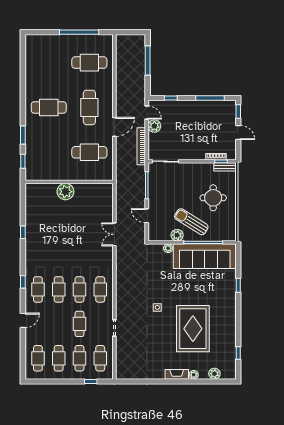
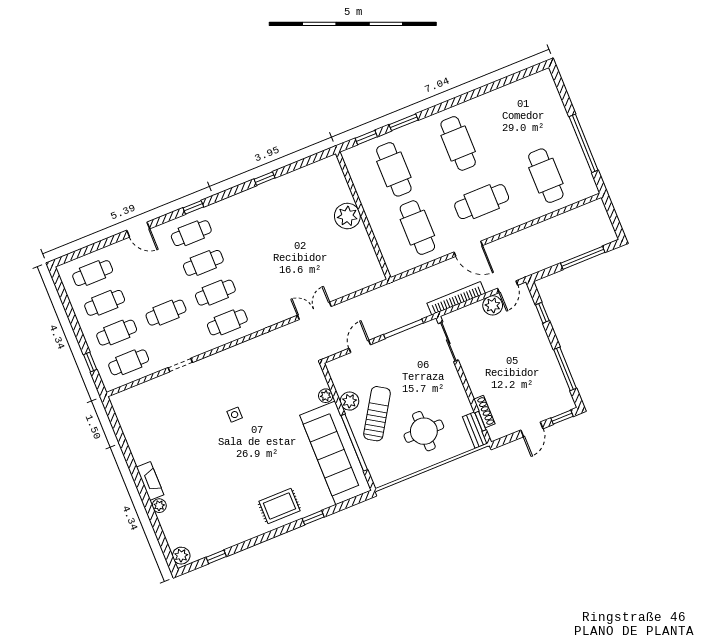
cafe table: (49, 152) -> (394, 169), added
rug: (193, 329) -> (279, 506), moved, width x0.54, depth x0.49
plant: (214, 374) -> (181, 556), moved

